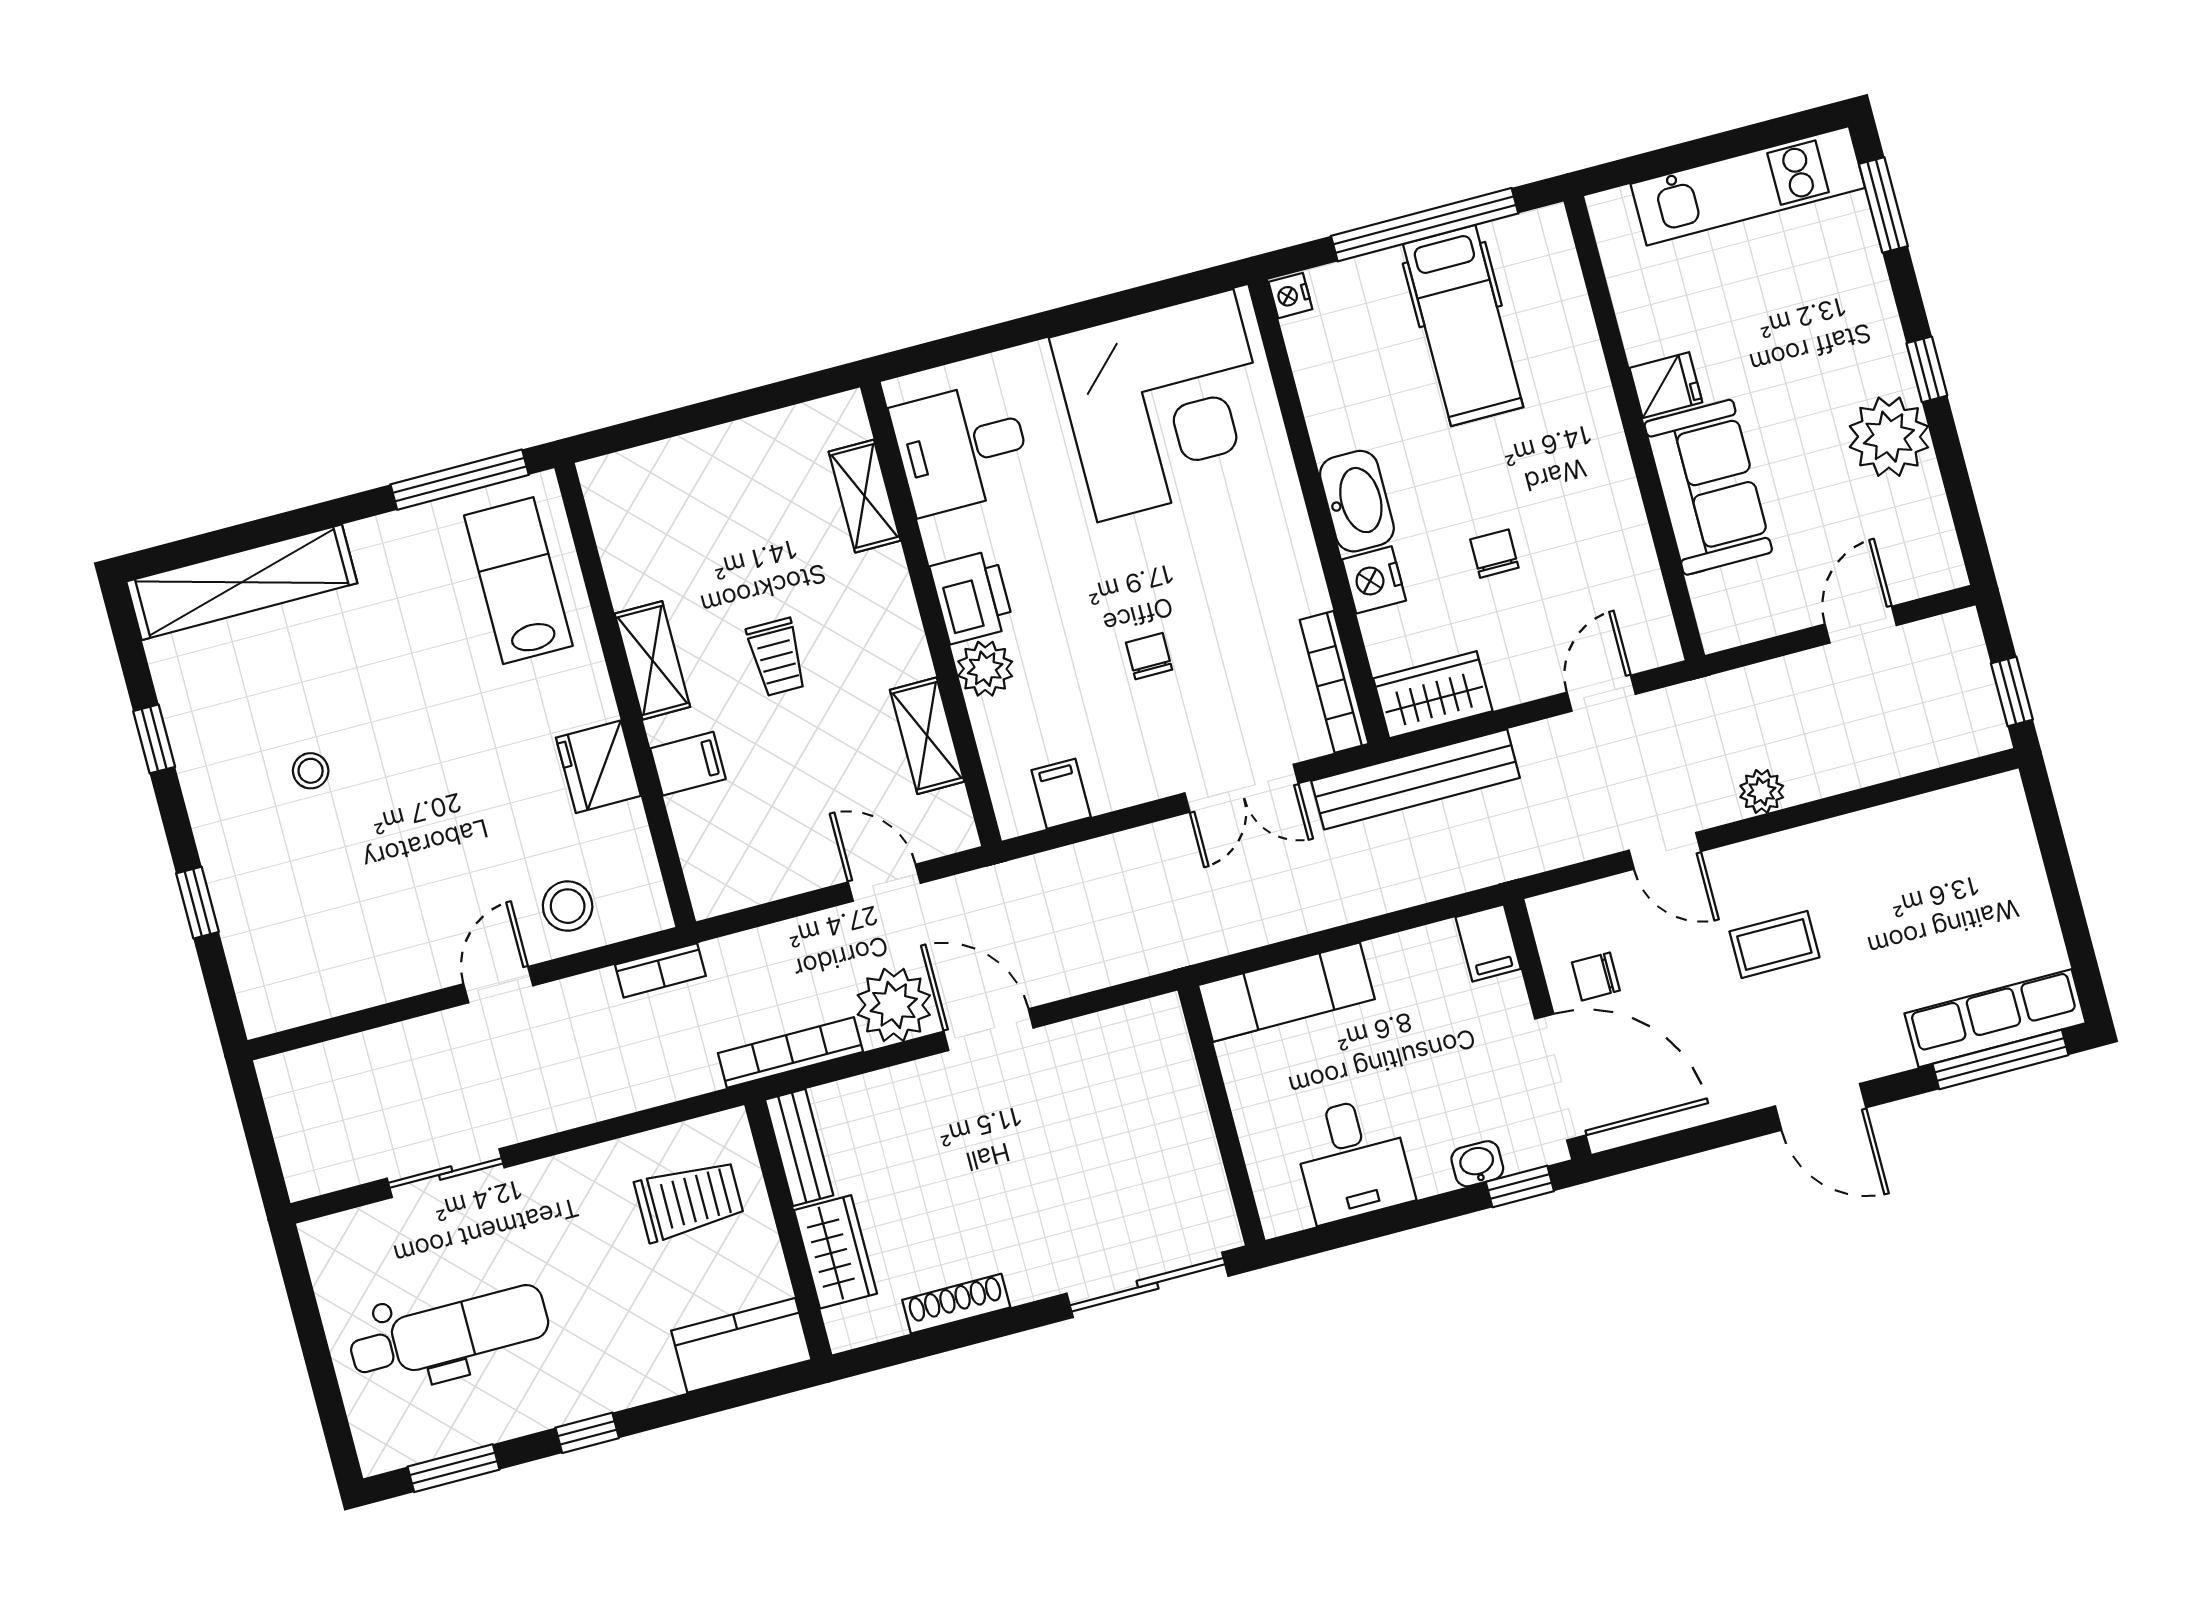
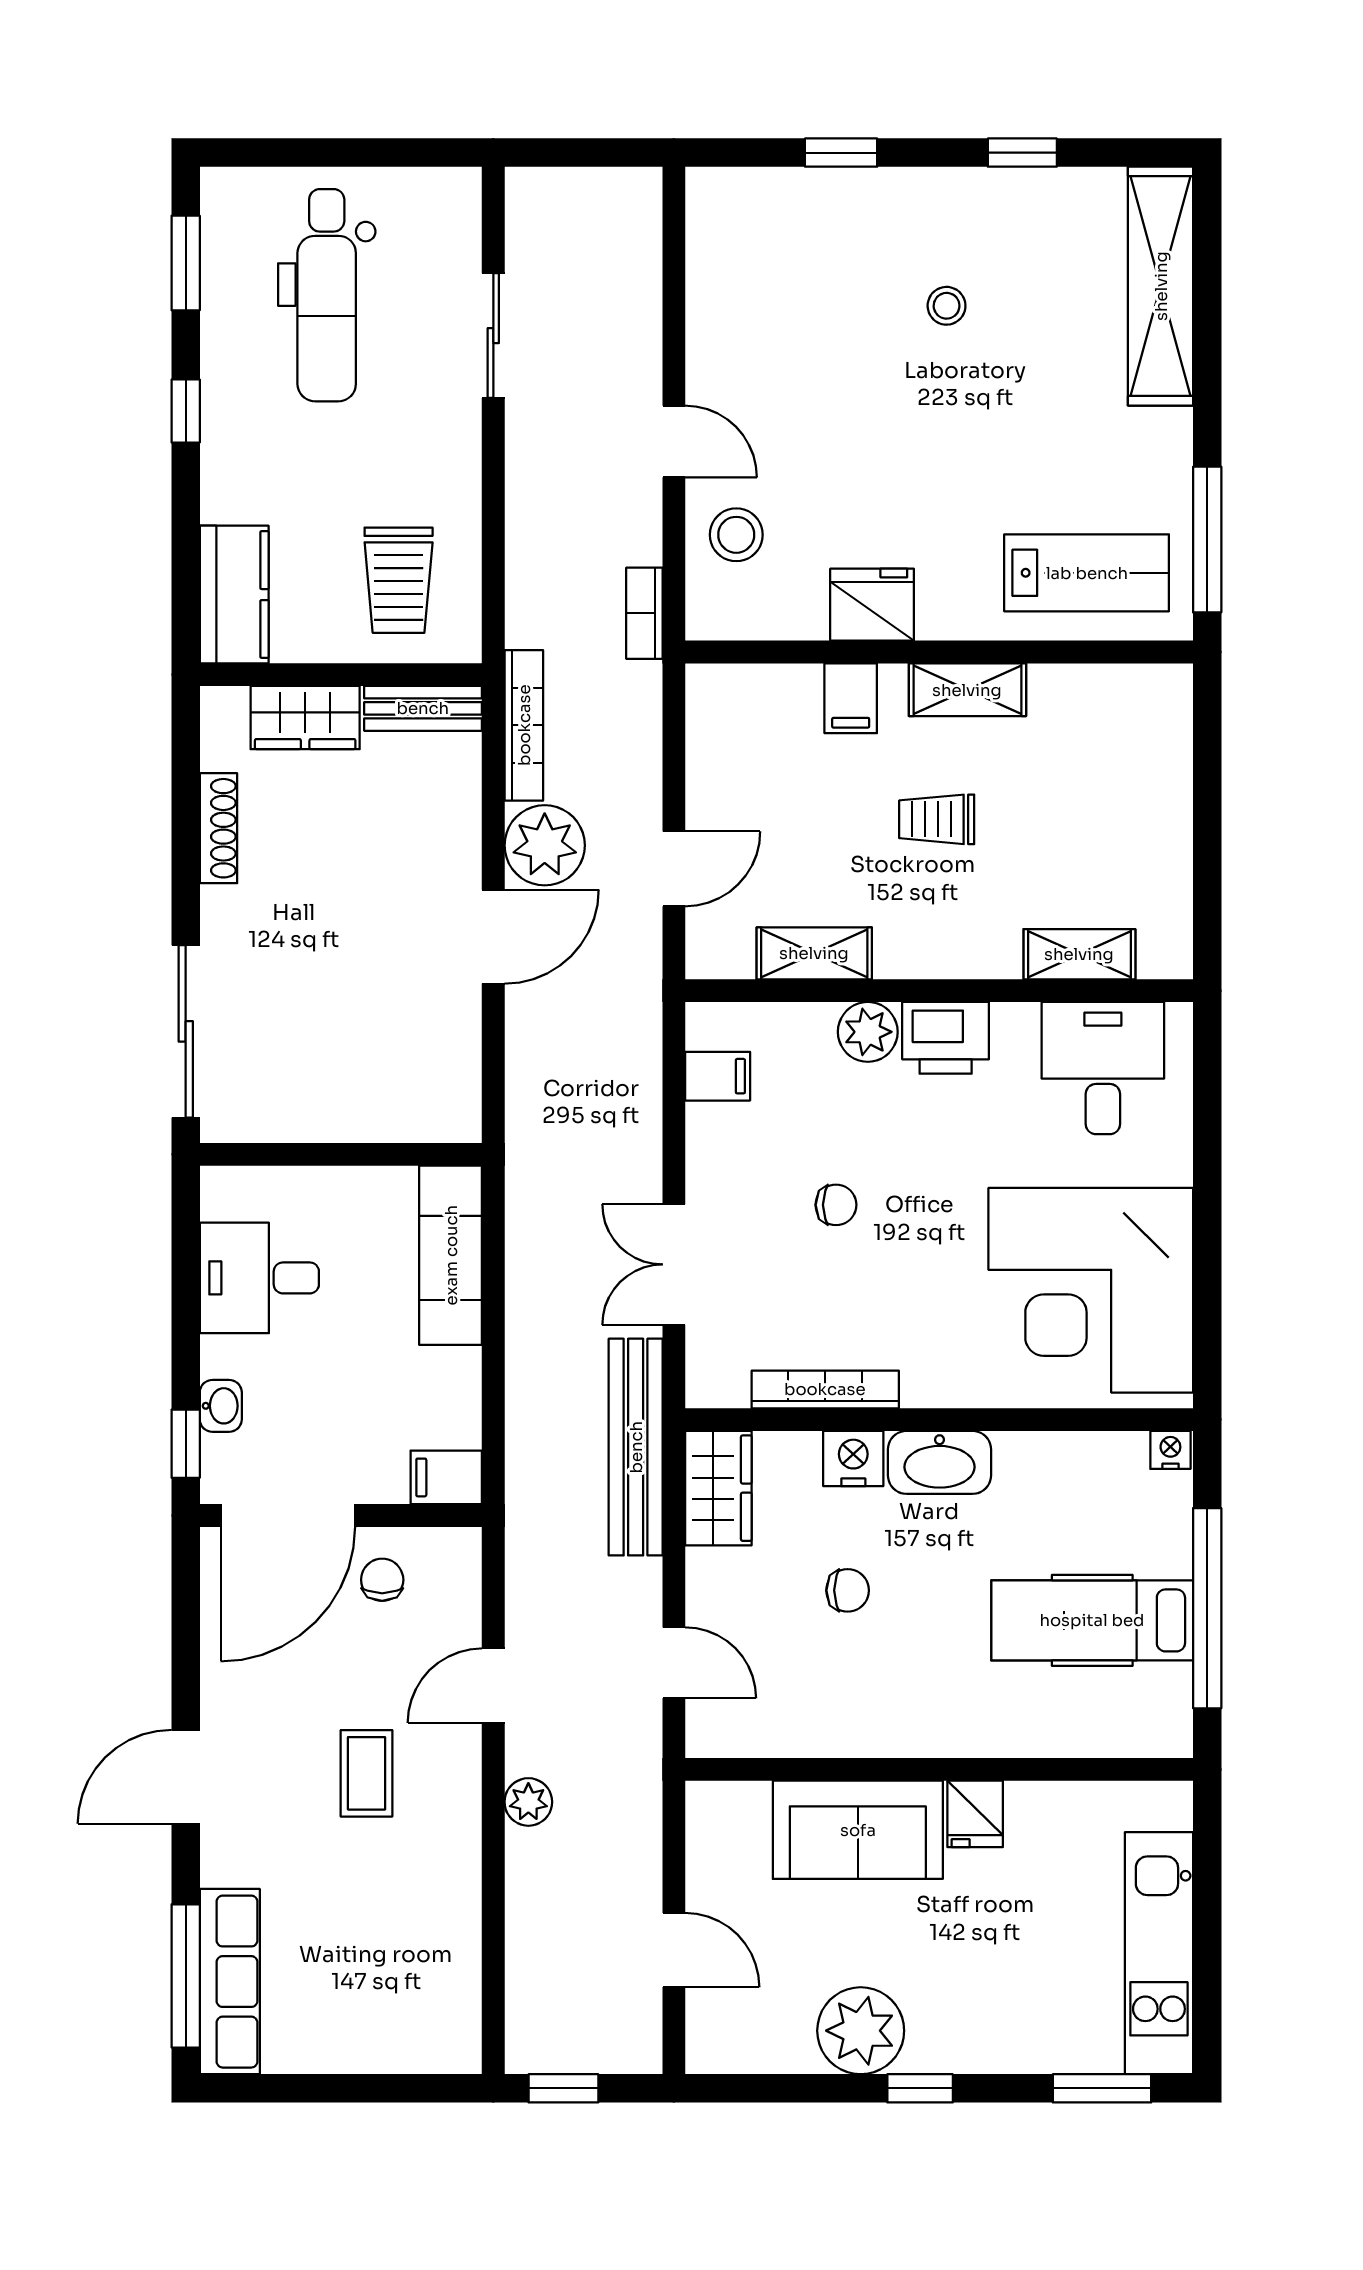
bookcase: (1334, 682) -> (825, 1389), moved

